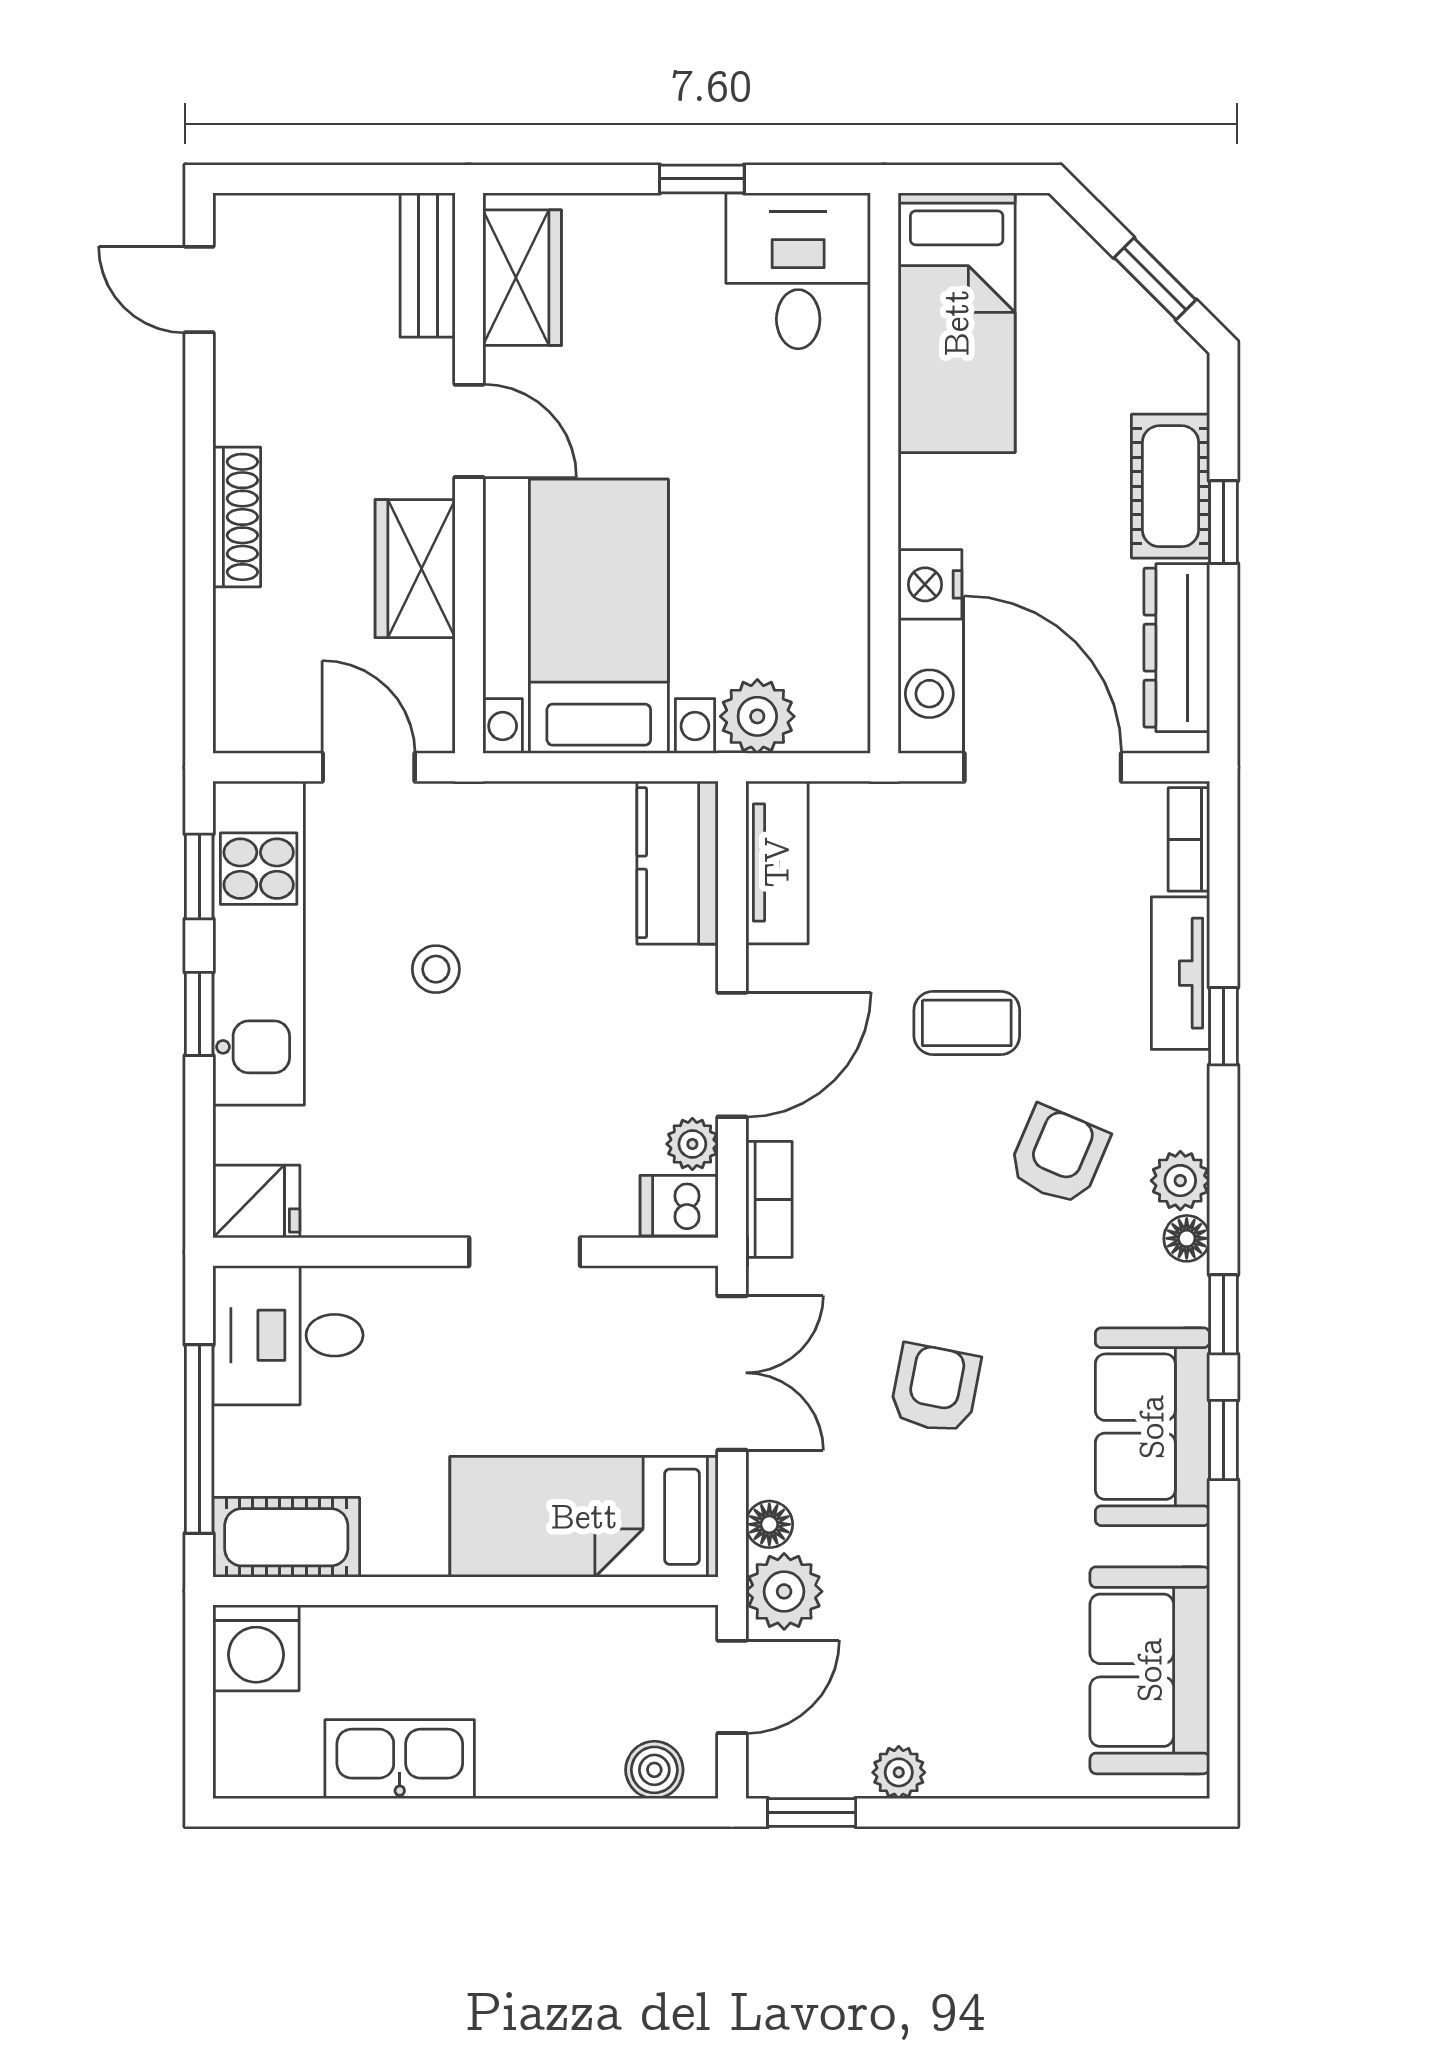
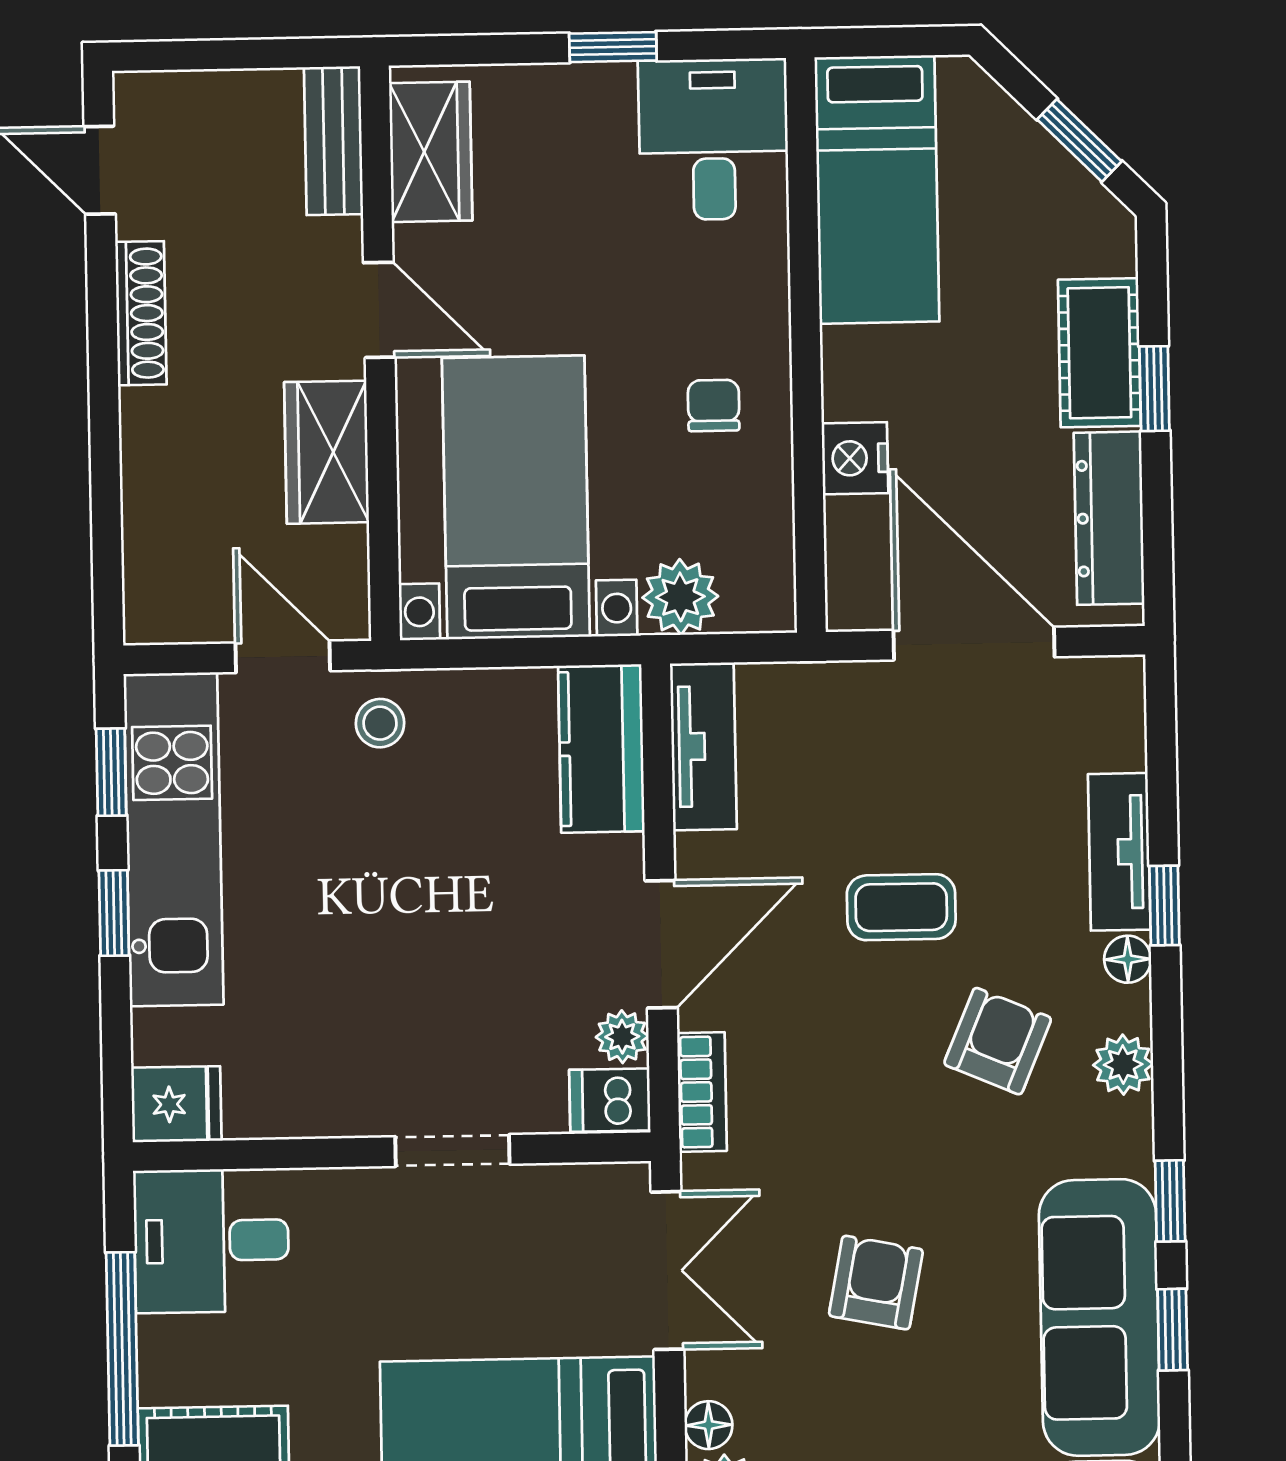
shoe rack: (237, 517) -> (141, 313), moved
chair: (793, 530) -> (714, 405), added
stool: (929, 694) -> (856, 570), removed
bookcase: (1189, 839) -> (1125, 715), removed
stool: (436, 969) -> (380, 723), moved
floor lamp: (1187, 1238) -> (1128, 959), moved
sofa: (1152, 1427) -> (1099, 1317), width x1.36

